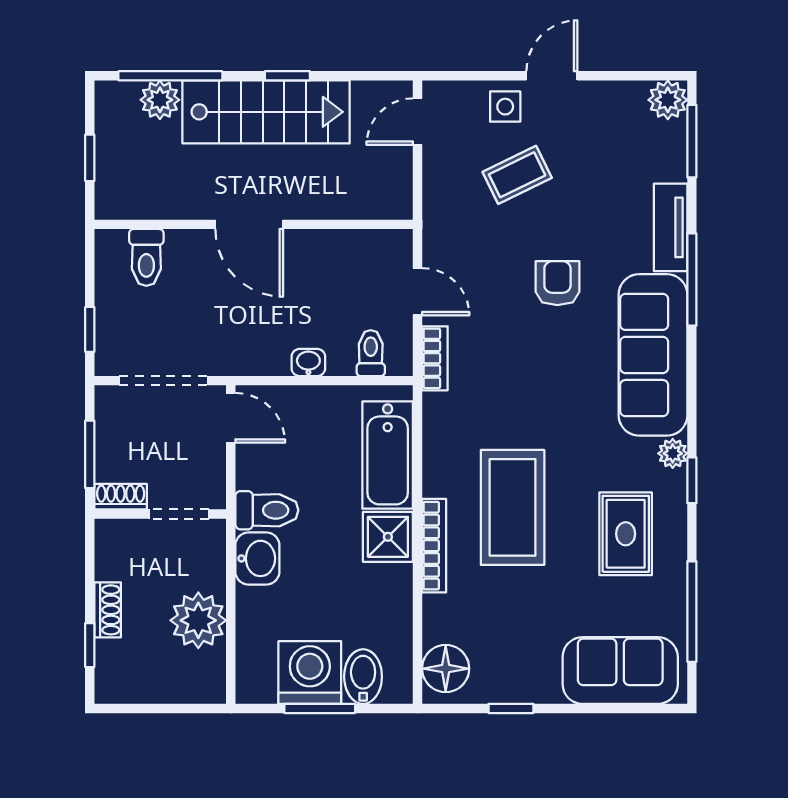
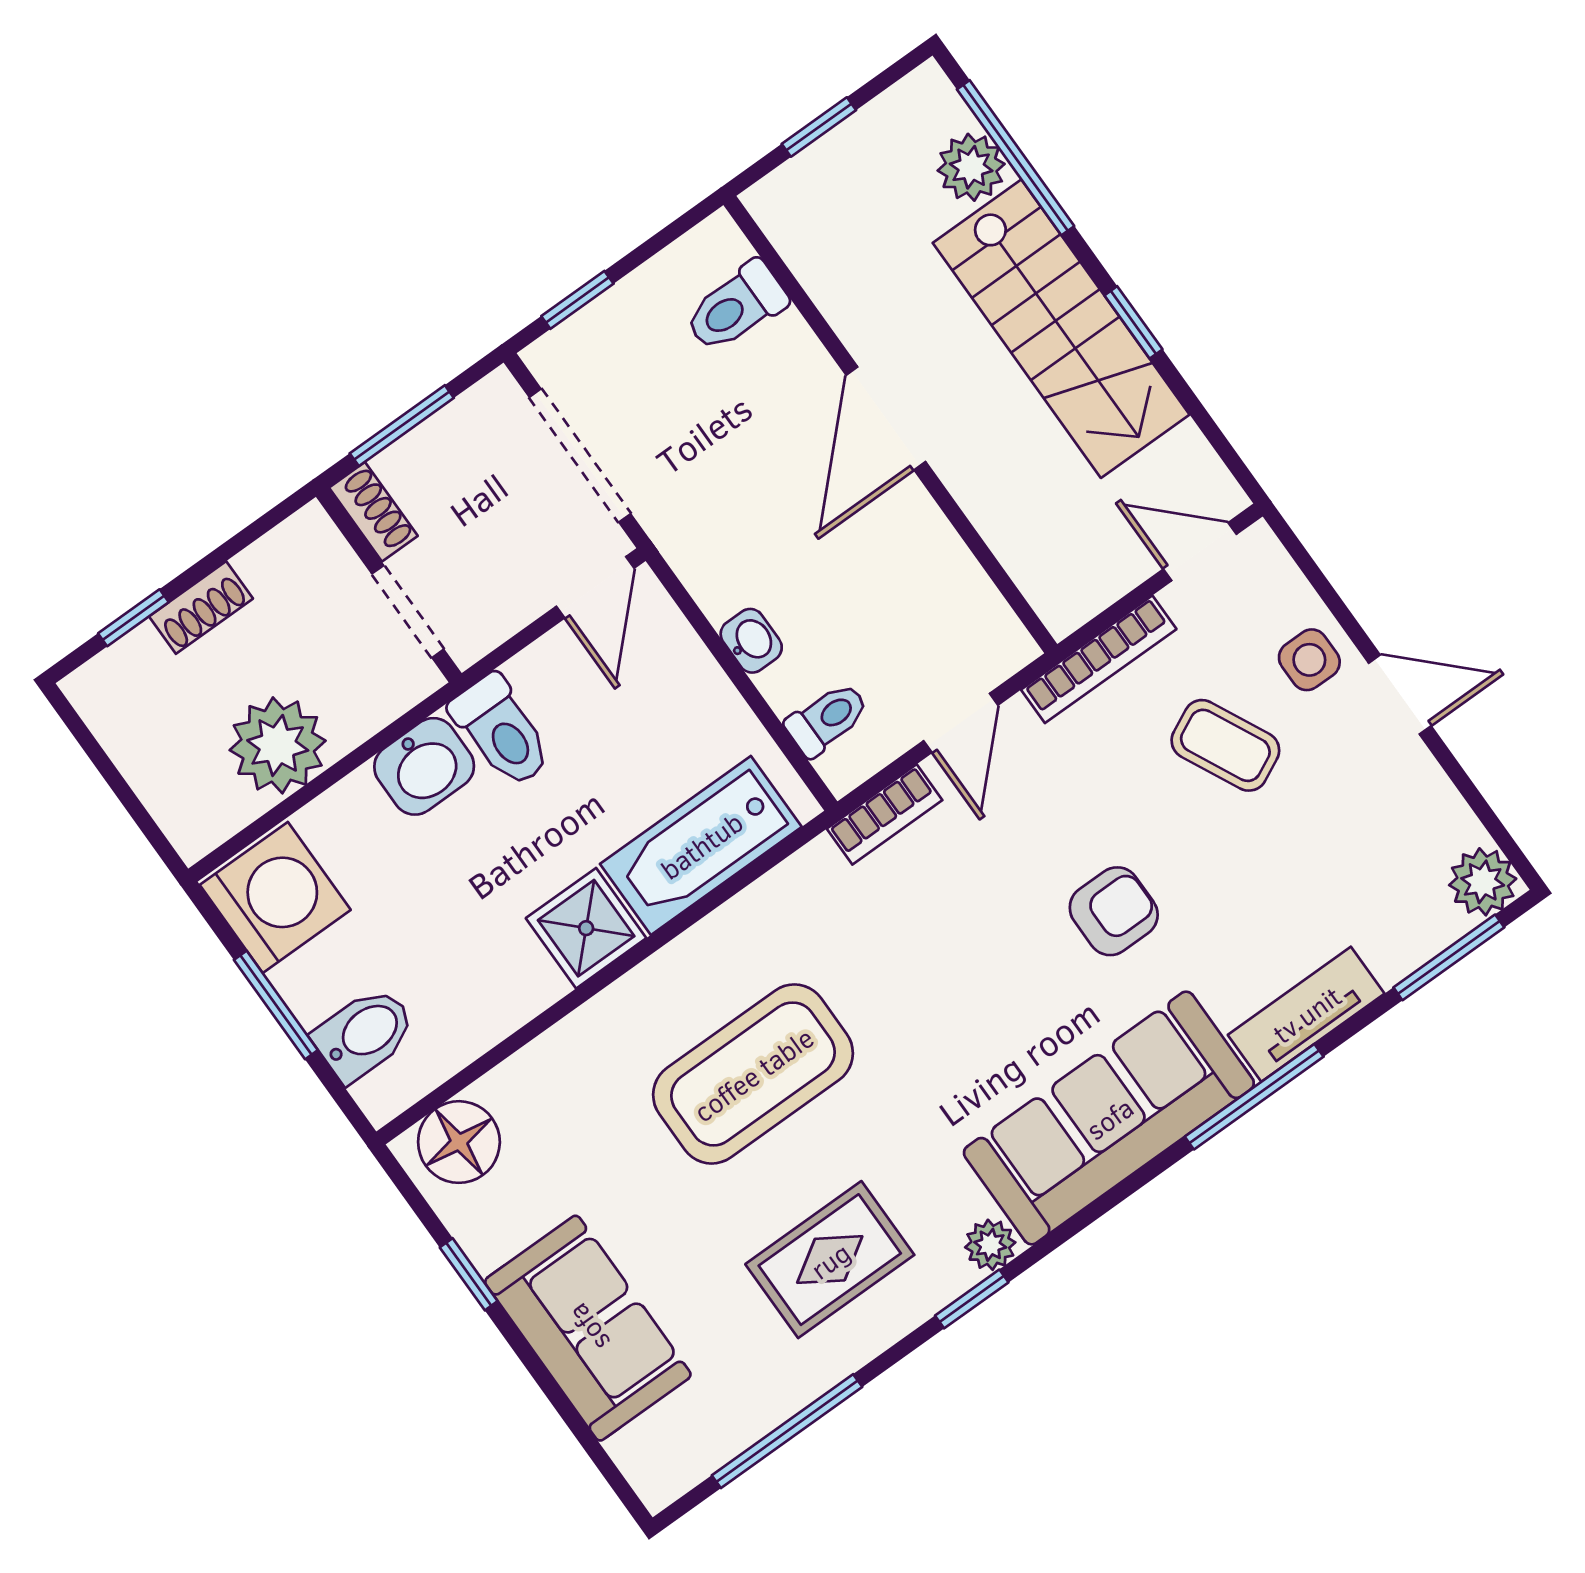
bookcase: (434, 546) -> (1099, 659), moved
sofa: (620, 671) -> (588, 1328), moved
washing machine: (310, 673) -> (275, 897), moved

